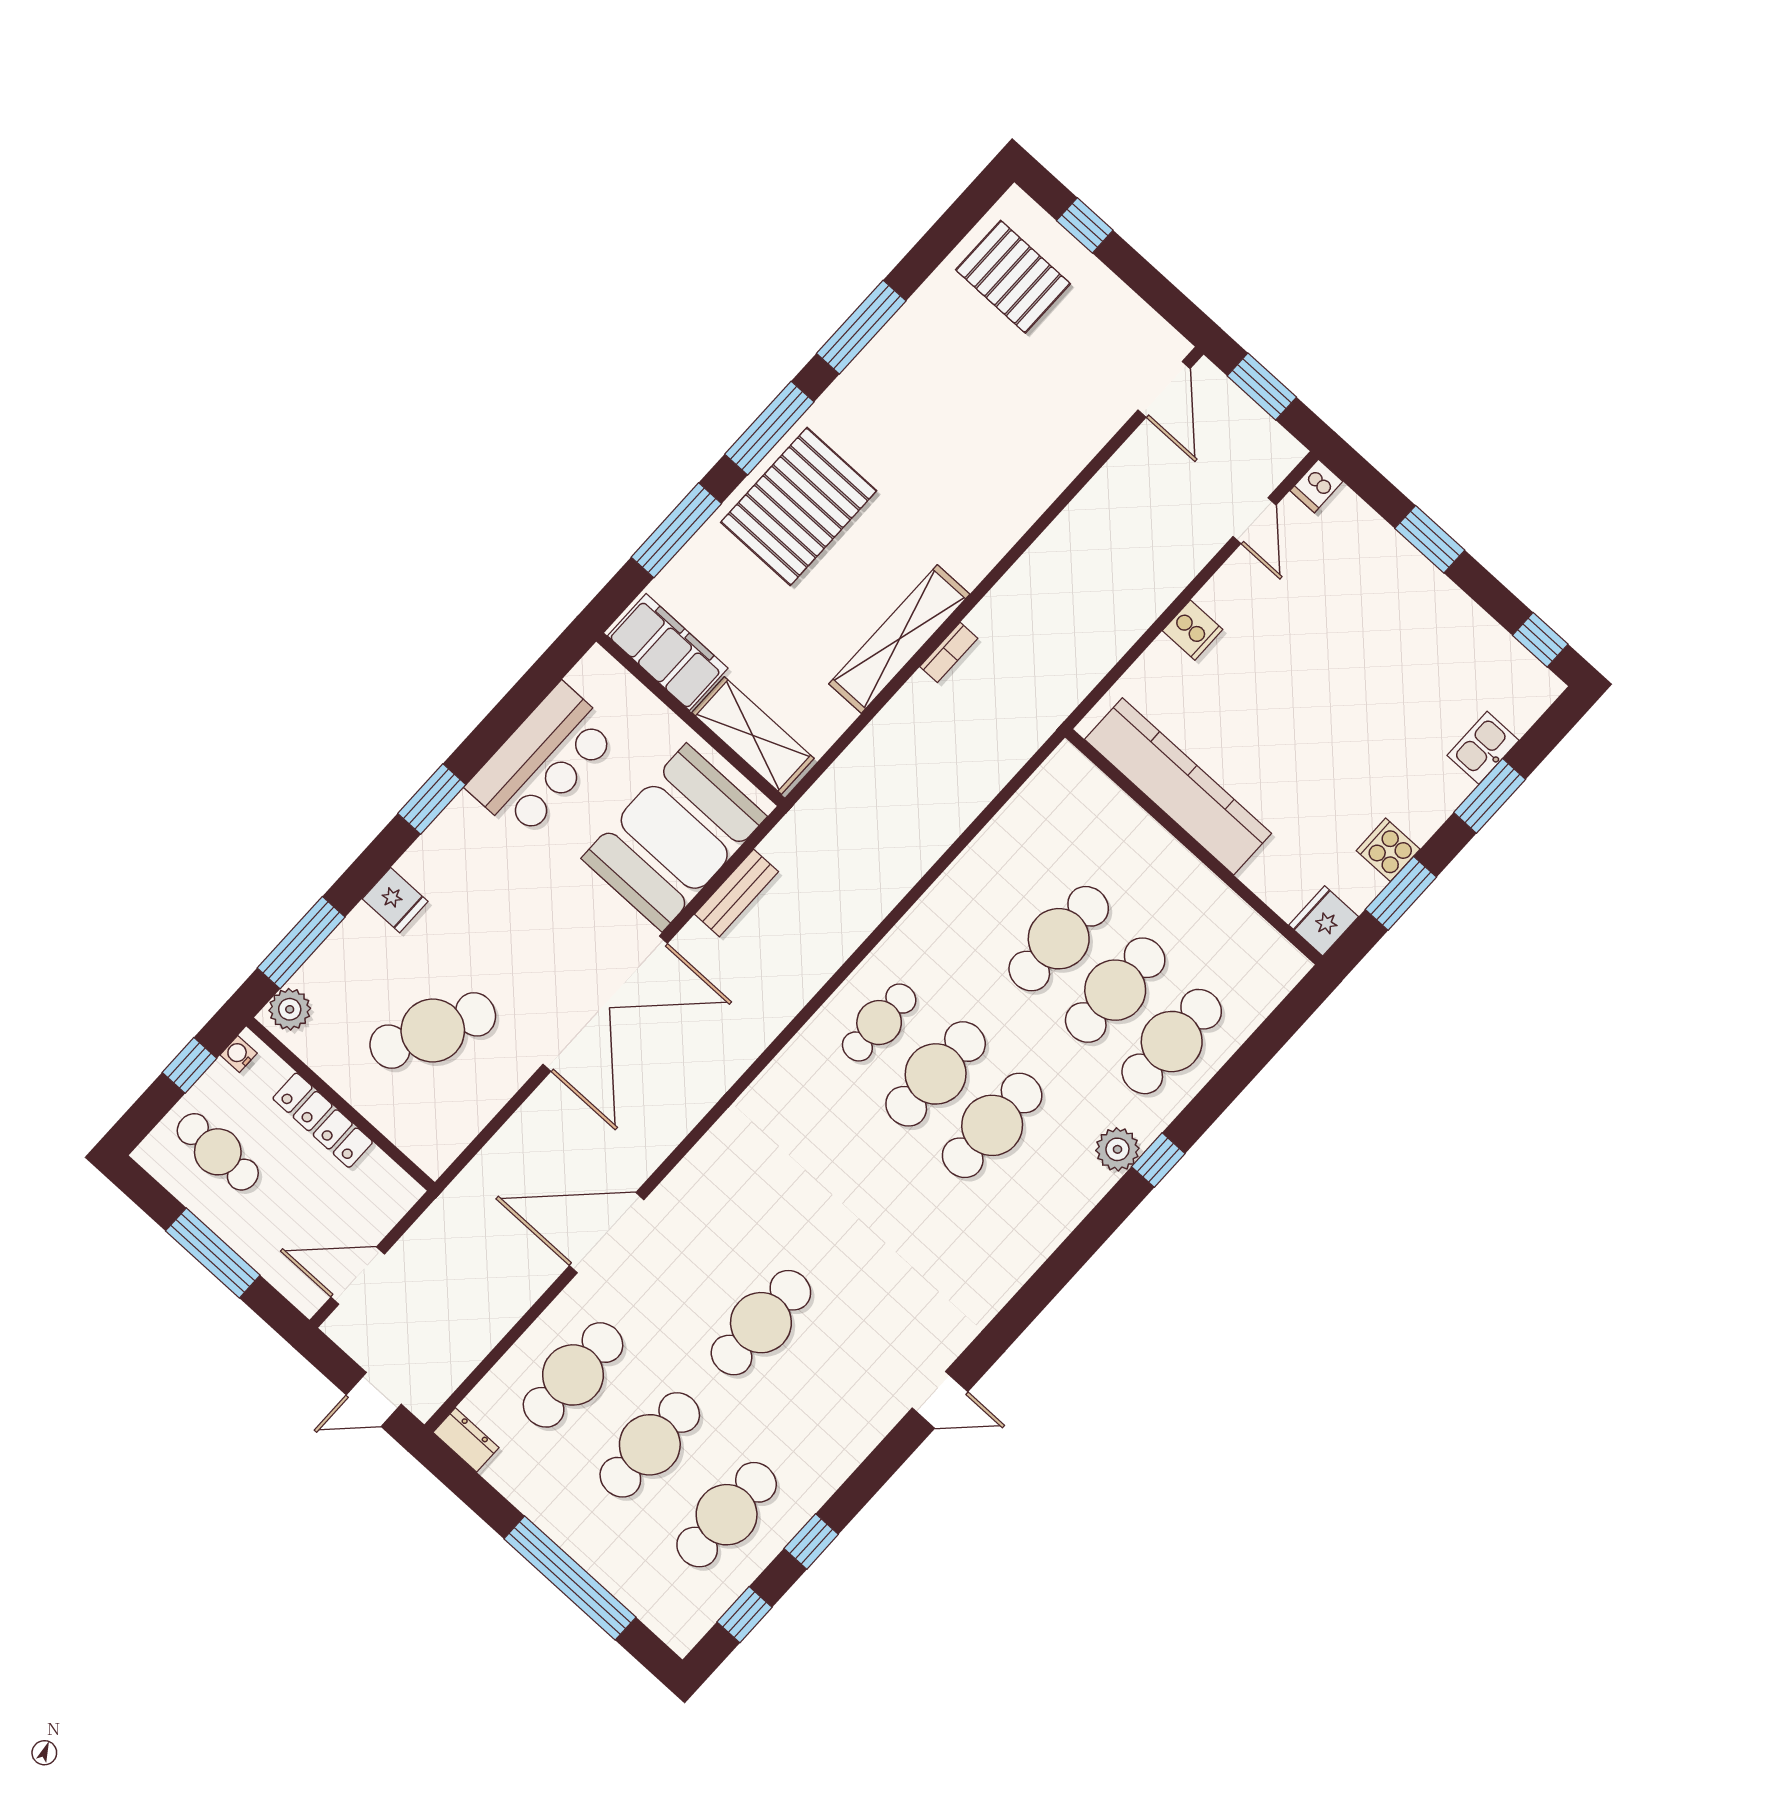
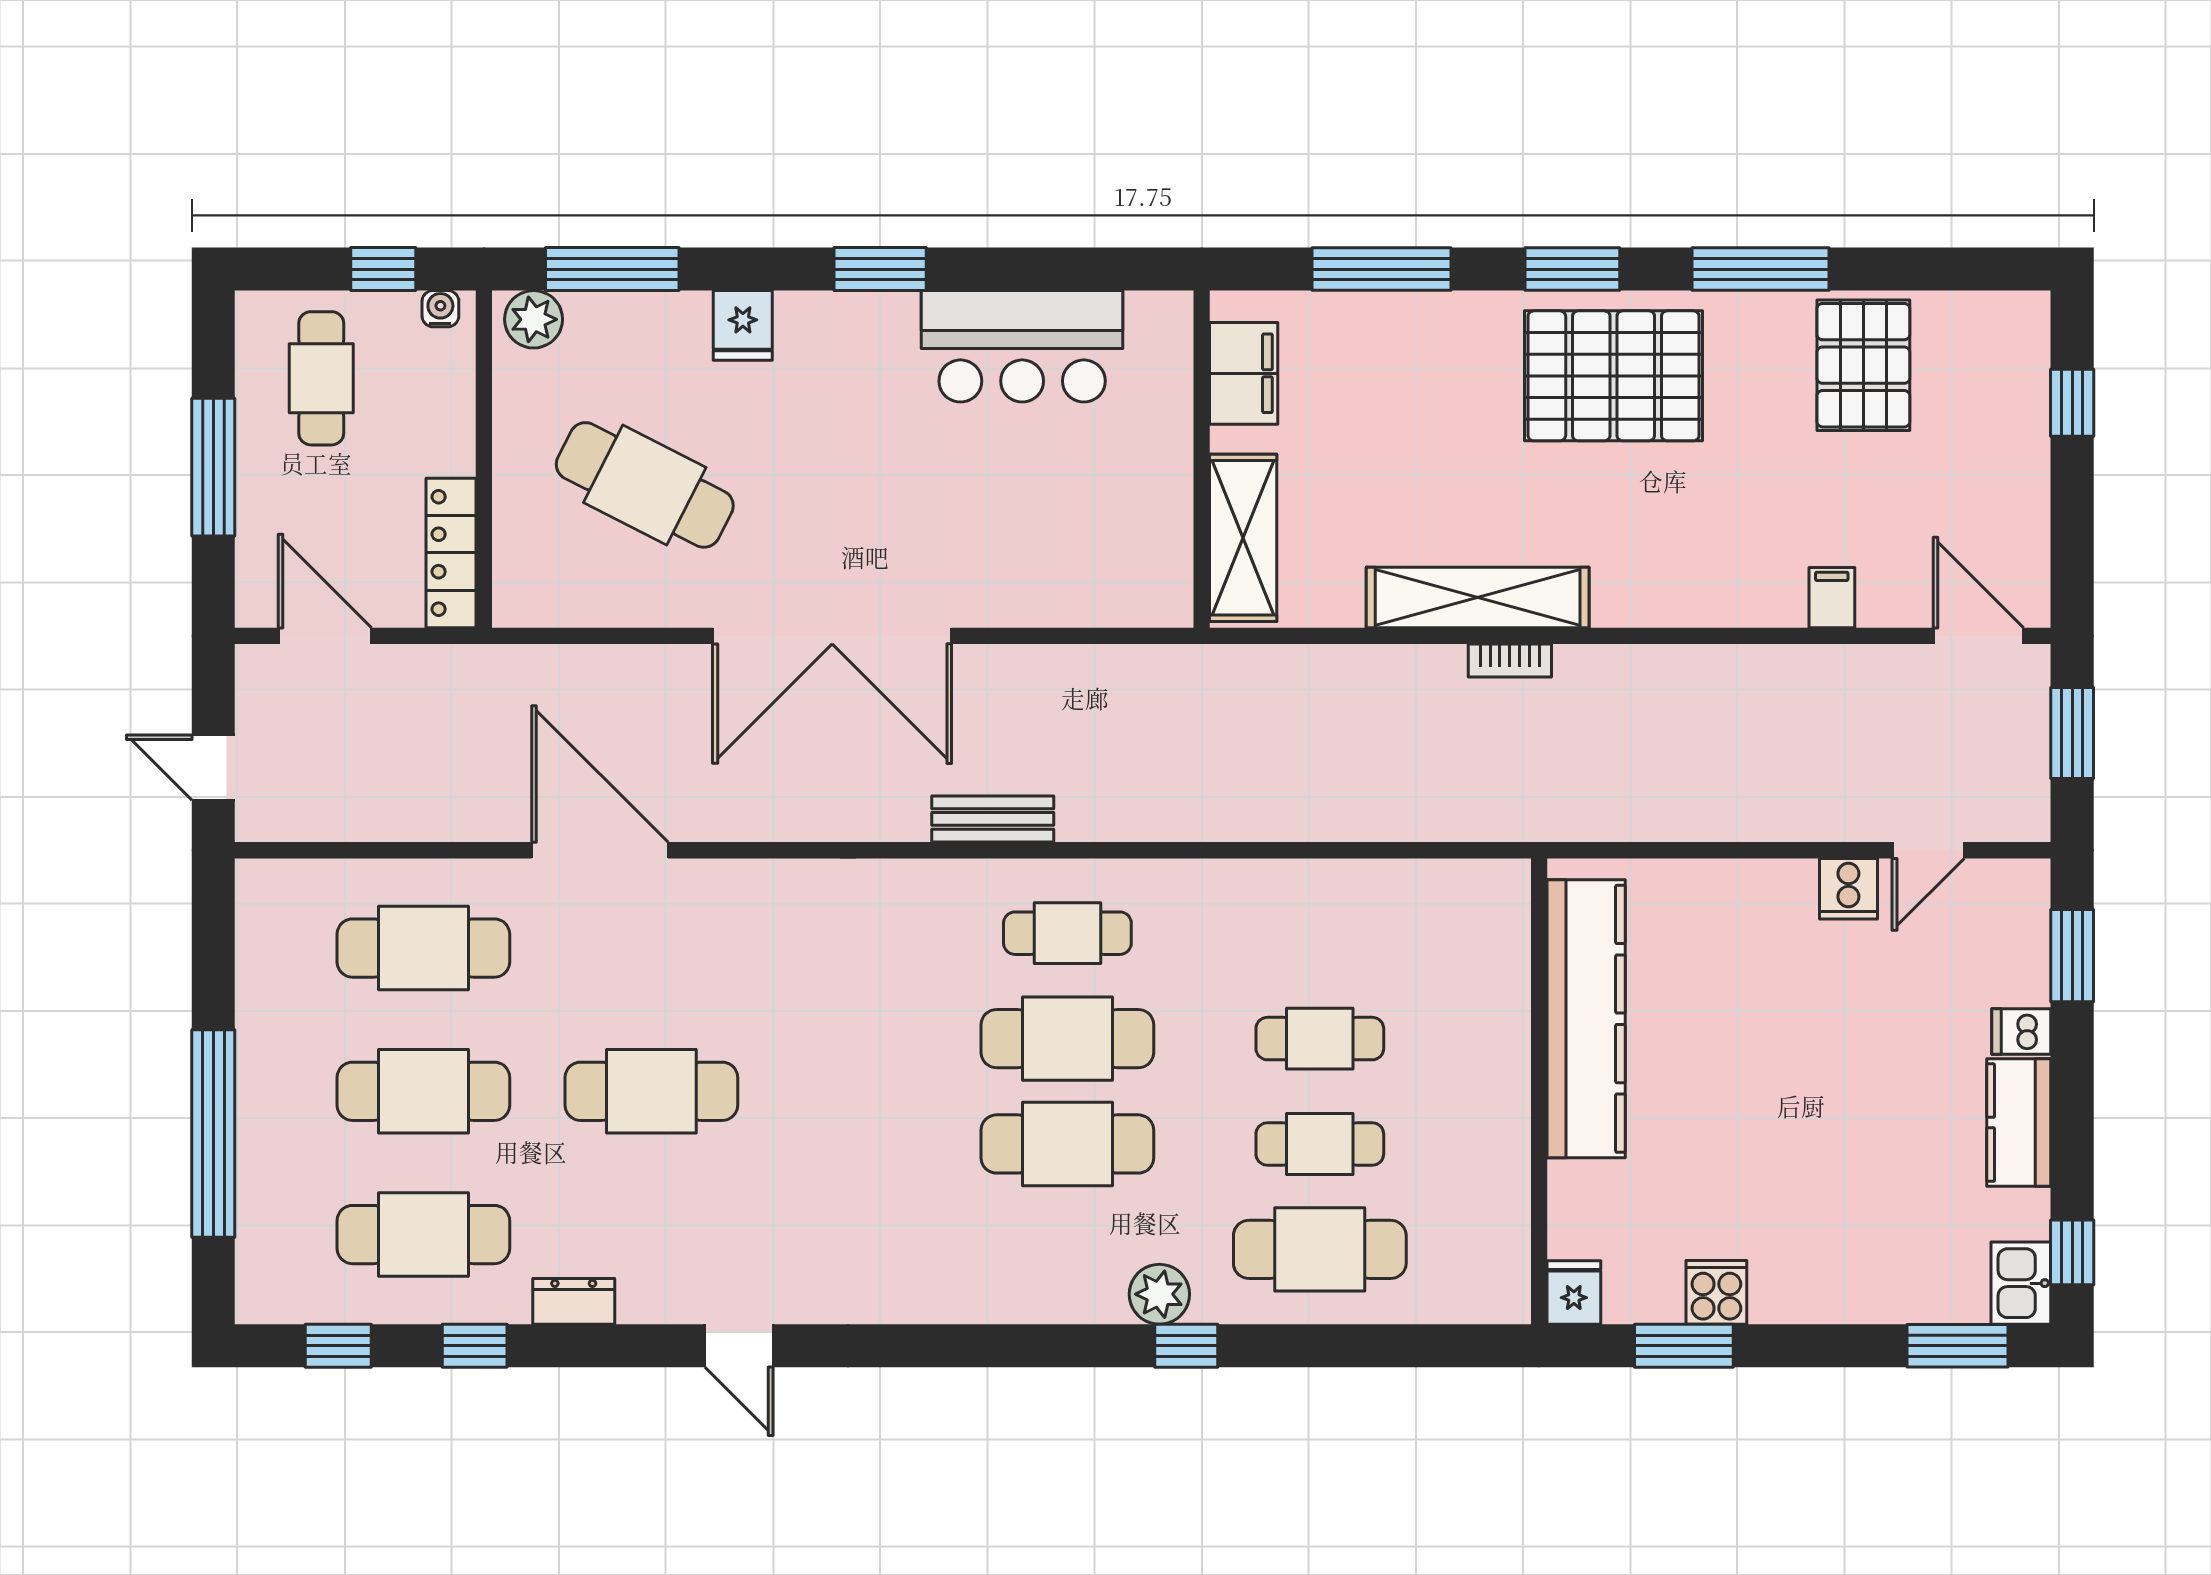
pallet: (1013, 277) -> (1863, 365), moved
door: (1164, 389) -> (1978, 636), swing flipped
window: (769, 428) -> (1572, 269), width x0.69
filing cabinet: (1072, 449) -> (1832, 598), added
dishwasher: (1316, 486) -> (2021, 1031), moved
pallet: (799, 506) -> (1614, 376), moved
window: (1430, 539) -> (2072, 956), moved
kitchen counter: (1445, 605) -> (2019, 1123), added
cooker: (1193, 630) -> (1848, 889), moved
filing cabinet: (668, 652) -> (1244, 373), width x0.67, depth x0.86
kitchen sink: (1483, 748) -> (2021, 1283), moved, turned -90
window: (1490, 796) -> (1957, 1346), moved
booth: (674, 837) -> (1066, 552), removed
bench: (736, 893) -> (993, 819), moved
fridge: (1324, 921) -> (1574, 1292), width x0.72
cafe table: (1059, 939) -> (1320, 1039), width x0.73, depth x0.74
cafe table: (1115, 990) -> (1320, 1144), width x0.73, depth x0.74
locker: (323, 1120) -> (451, 553), moved
dresser: (466, 1440) -> (574, 1301), moved, turned -90

